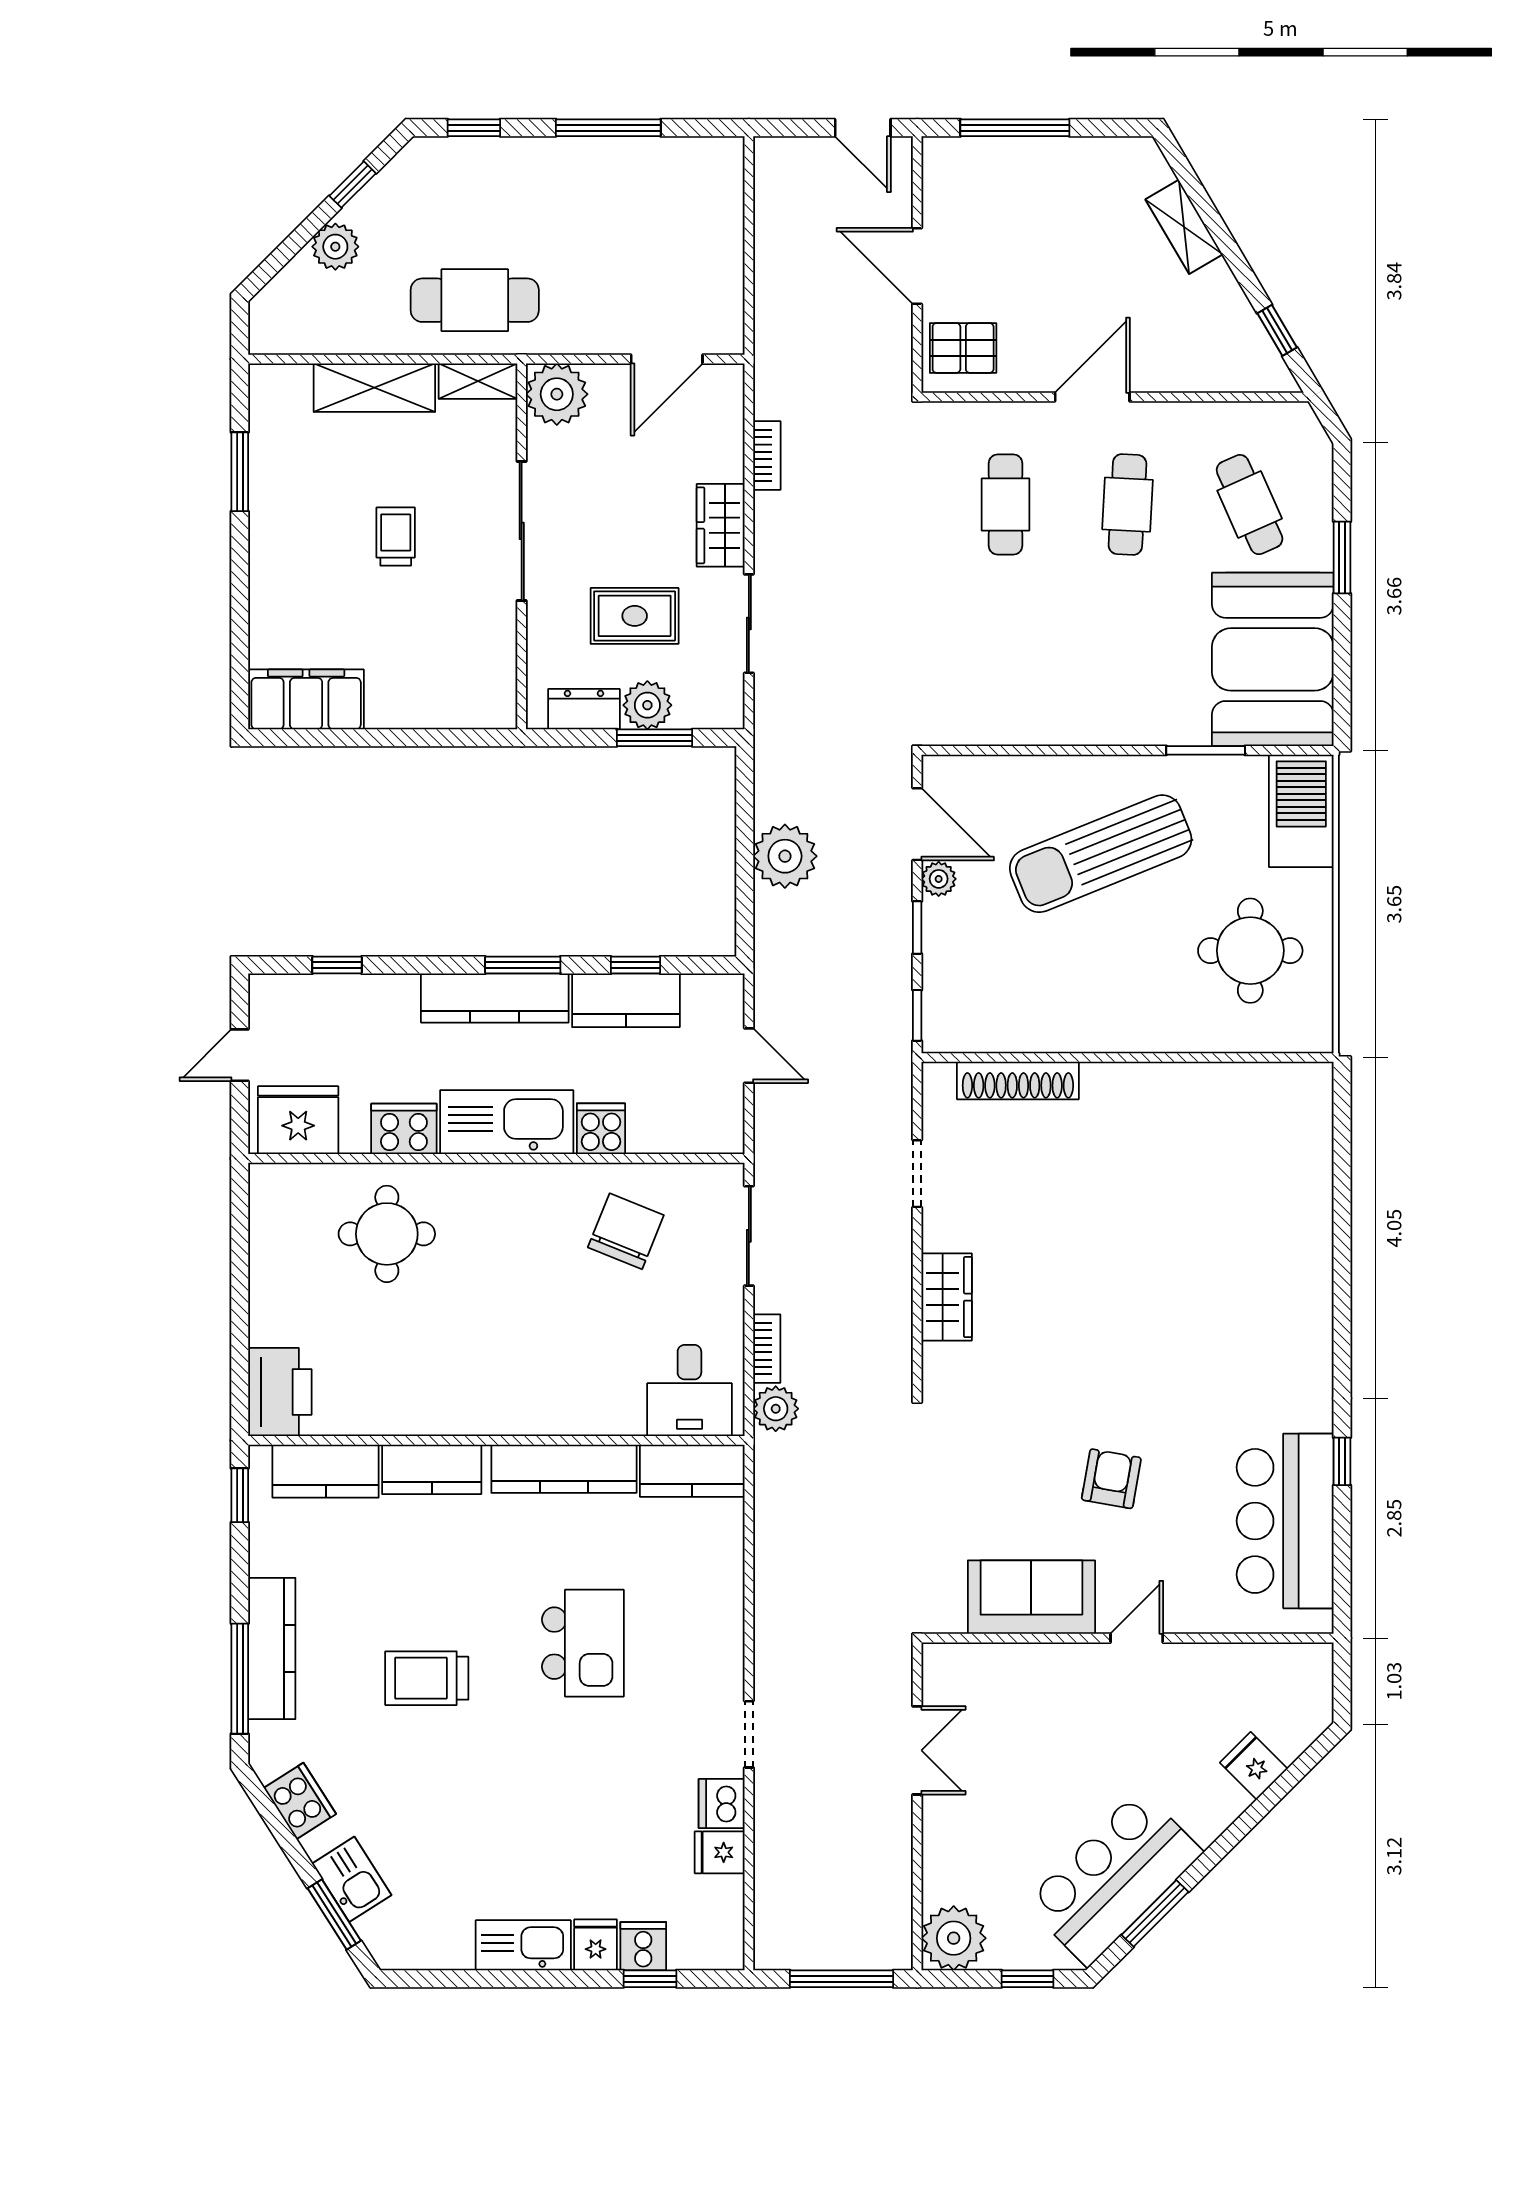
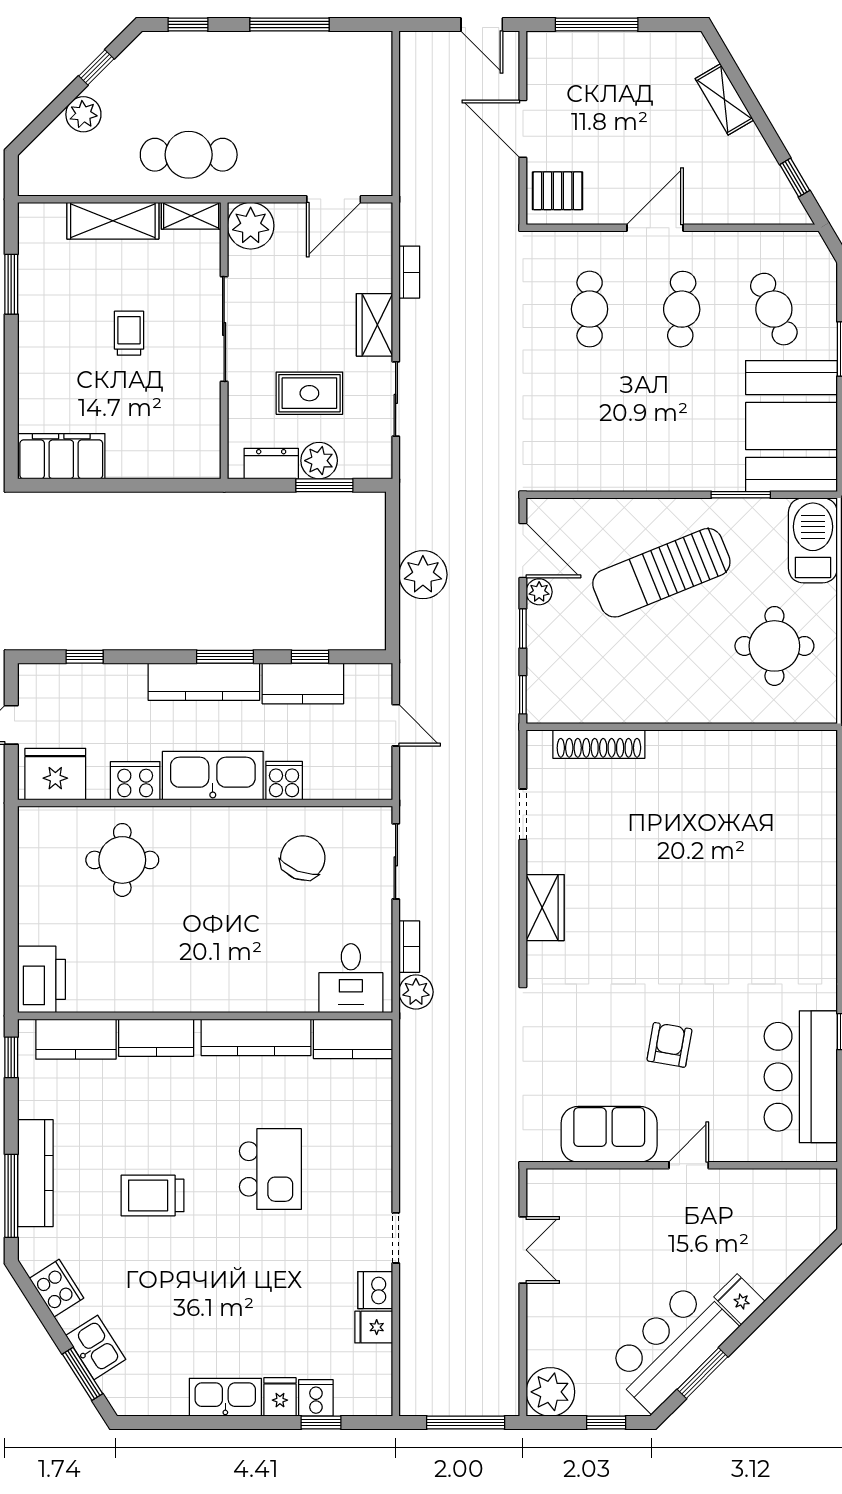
fridge: (1254, 1766) -> (739, 1299), moved

